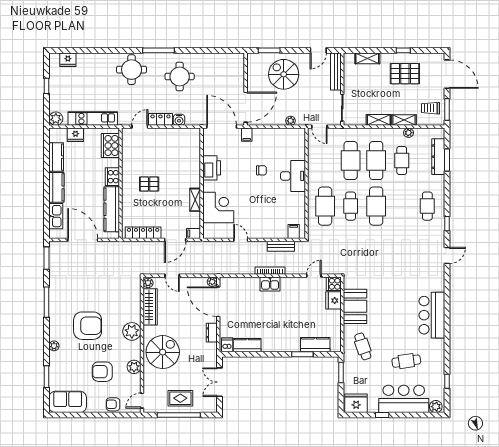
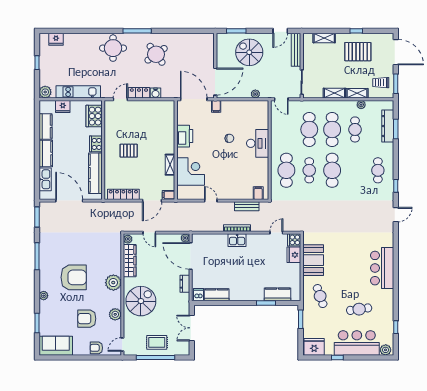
round table: (180, 77) -> (156, 54), turned -36

